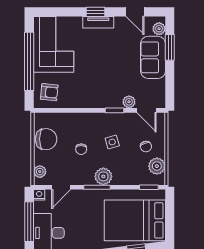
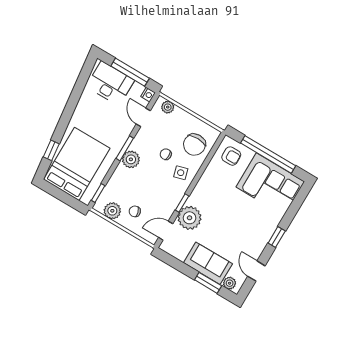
door: (135, 12) -> (256, 271), hinge flipped
tv unit: (98, 22) -> (266, 234), removed
armchair: (49, 92) -> (231, 156), turned -96
plant: (129, 102) -> (190, 218), width x1.88, depth x1.88
chair: (46, 139) -> (194, 145), moved
side table: (112, 142) -> (181, 173), moved

